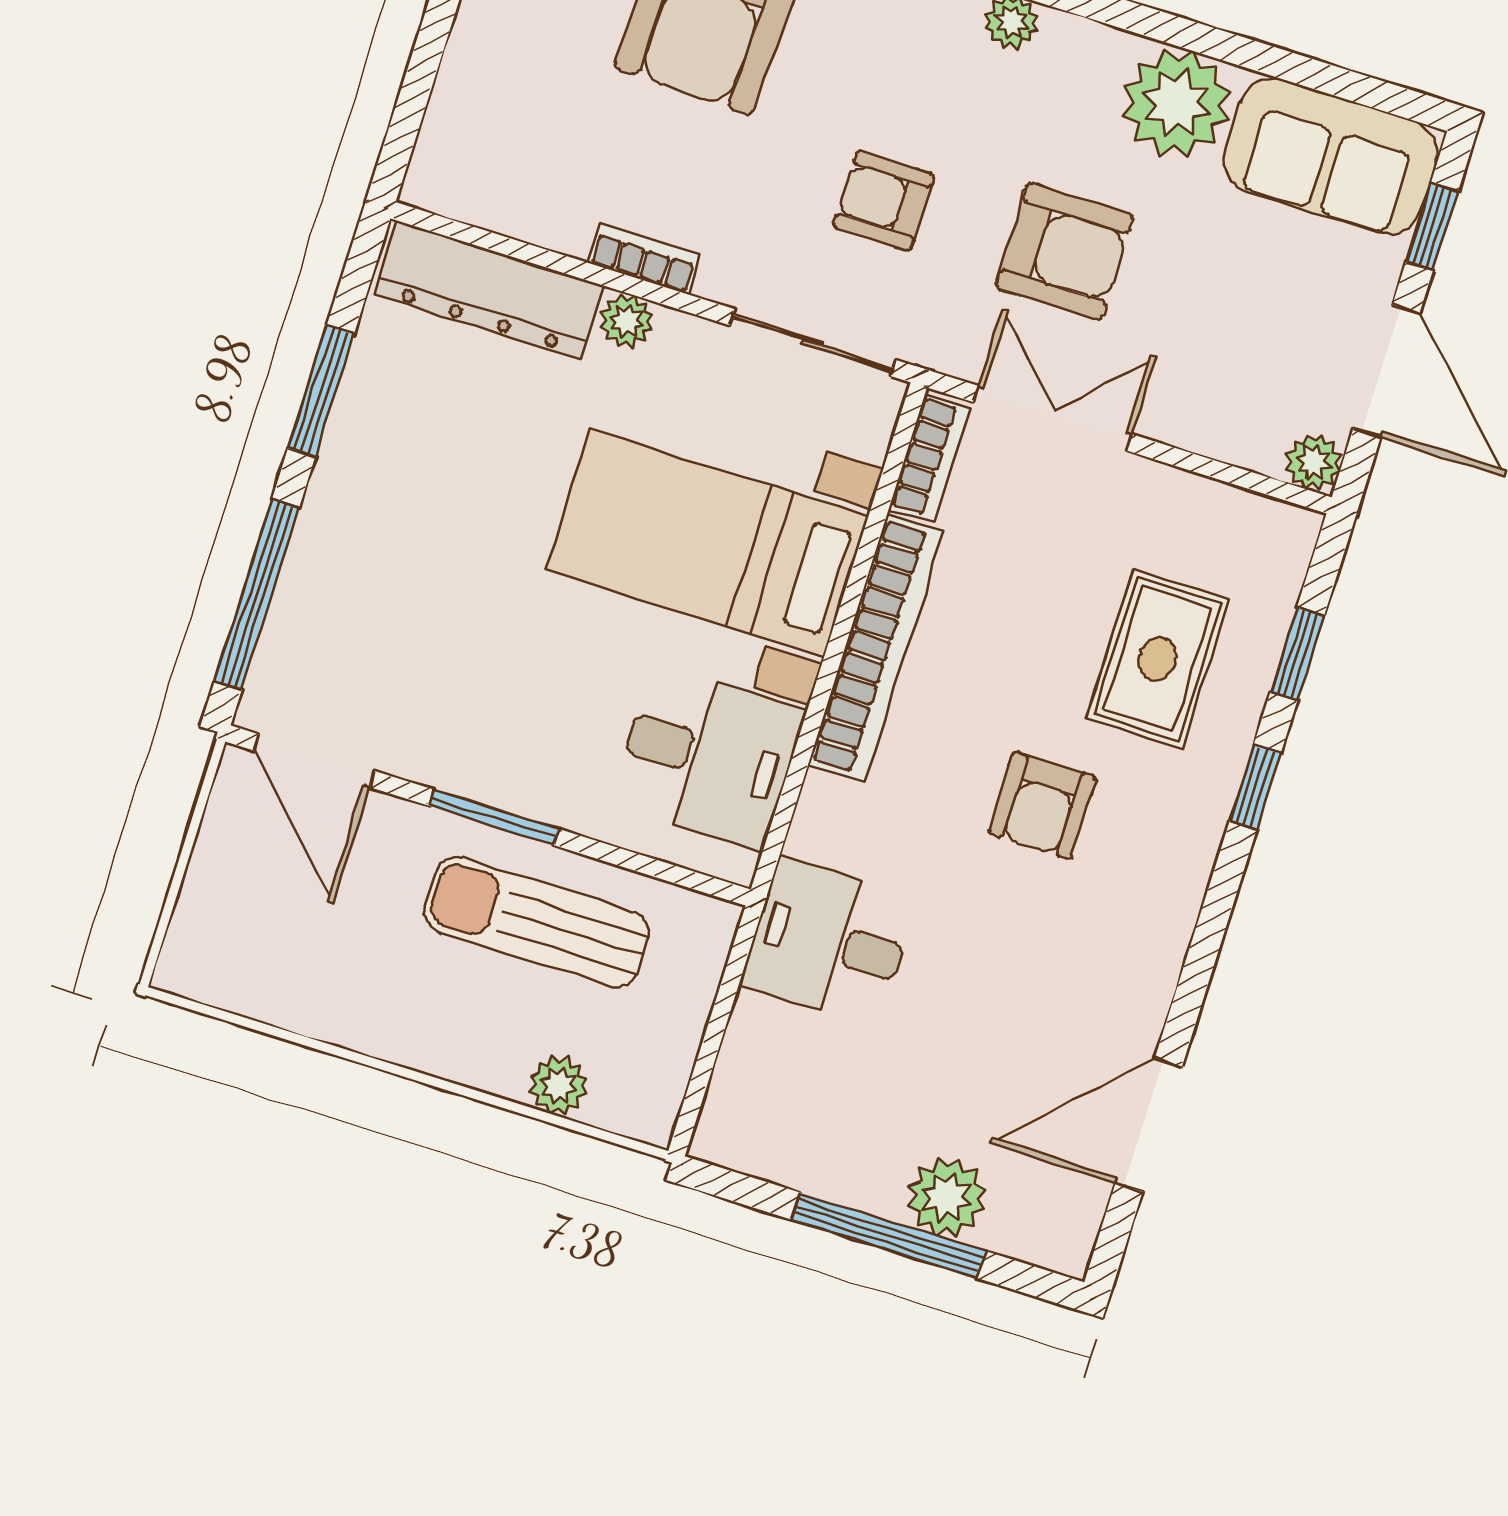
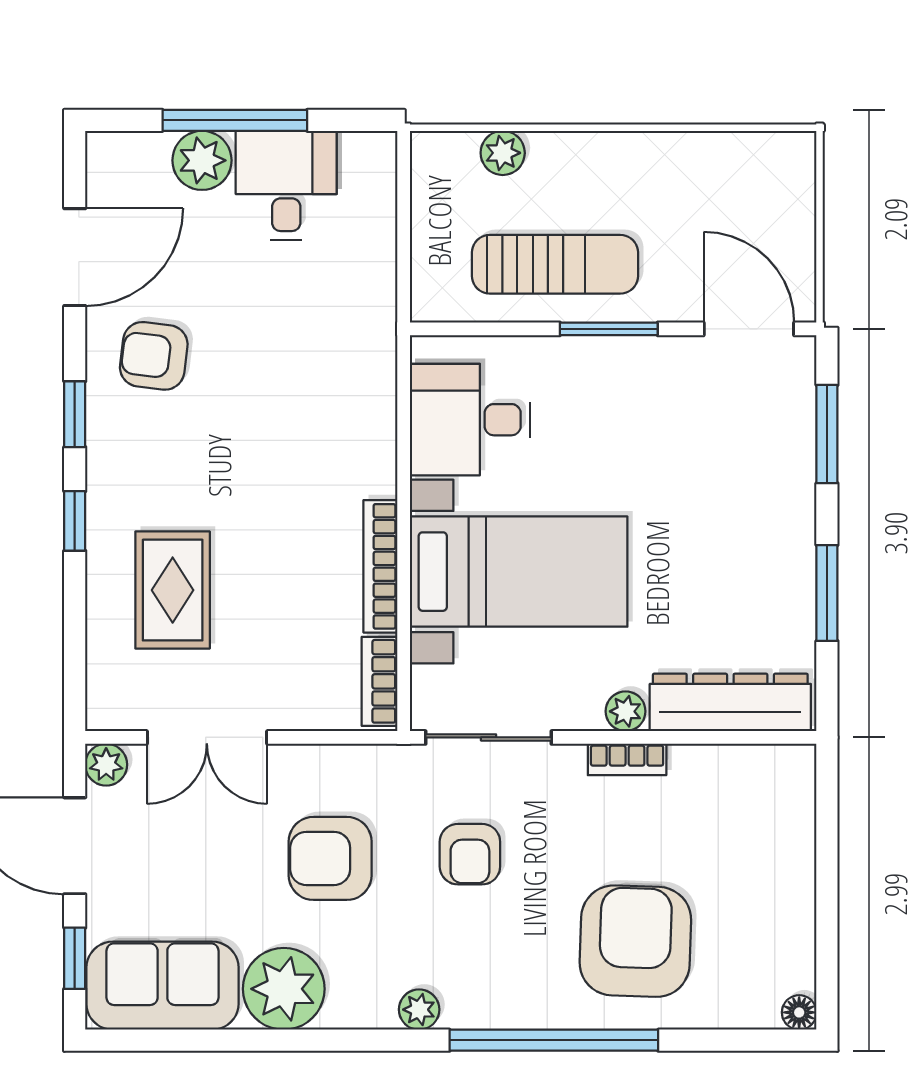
armchair: (884, 201) -> (470, 854), turned 90
double door: (1053, 418) -> (207, 737), moved
window: (257, 594) -> (827, 434), width x0.69
bookcase: (876, 648) -> (380, 566), width x0.68, depth x0.76
window: (1297, 654) -> (75, 414), moved
armchair: (1042, 805) -> (154, 356), moved, turned -83
desk: (829, 941) -> (286, 185), moved, turned -90

